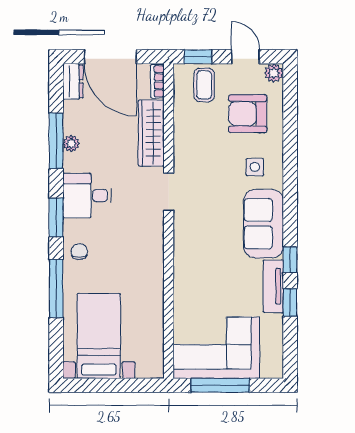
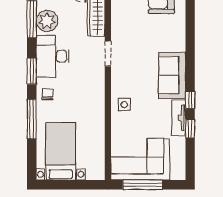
plant: (71, 143) -> (47, 21), width x1.88, depth x1.88
side table: (255, 167) -> (124, 105), moved
desk: (87, 196) -> (53, 56), width x1.37

